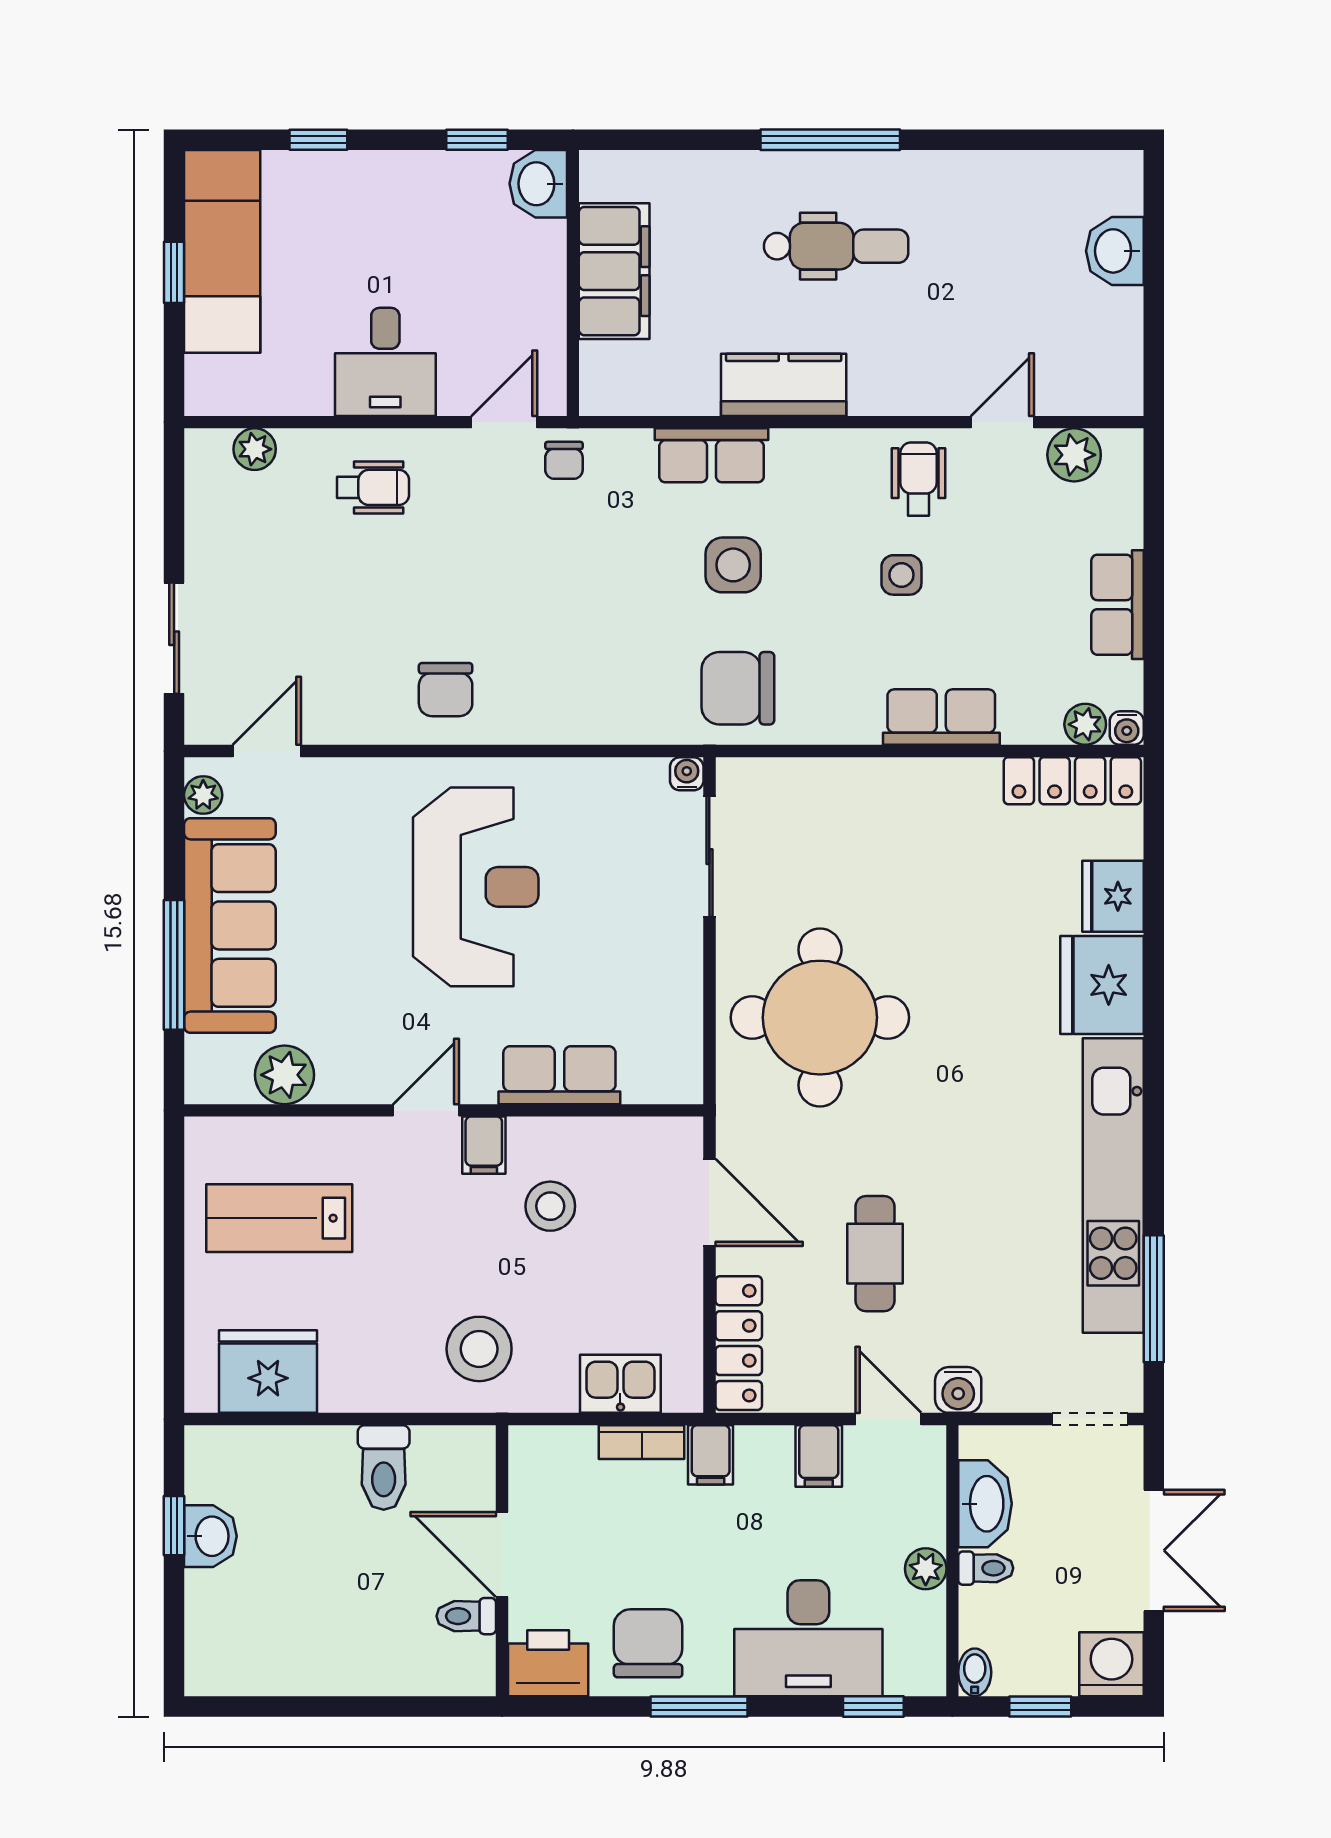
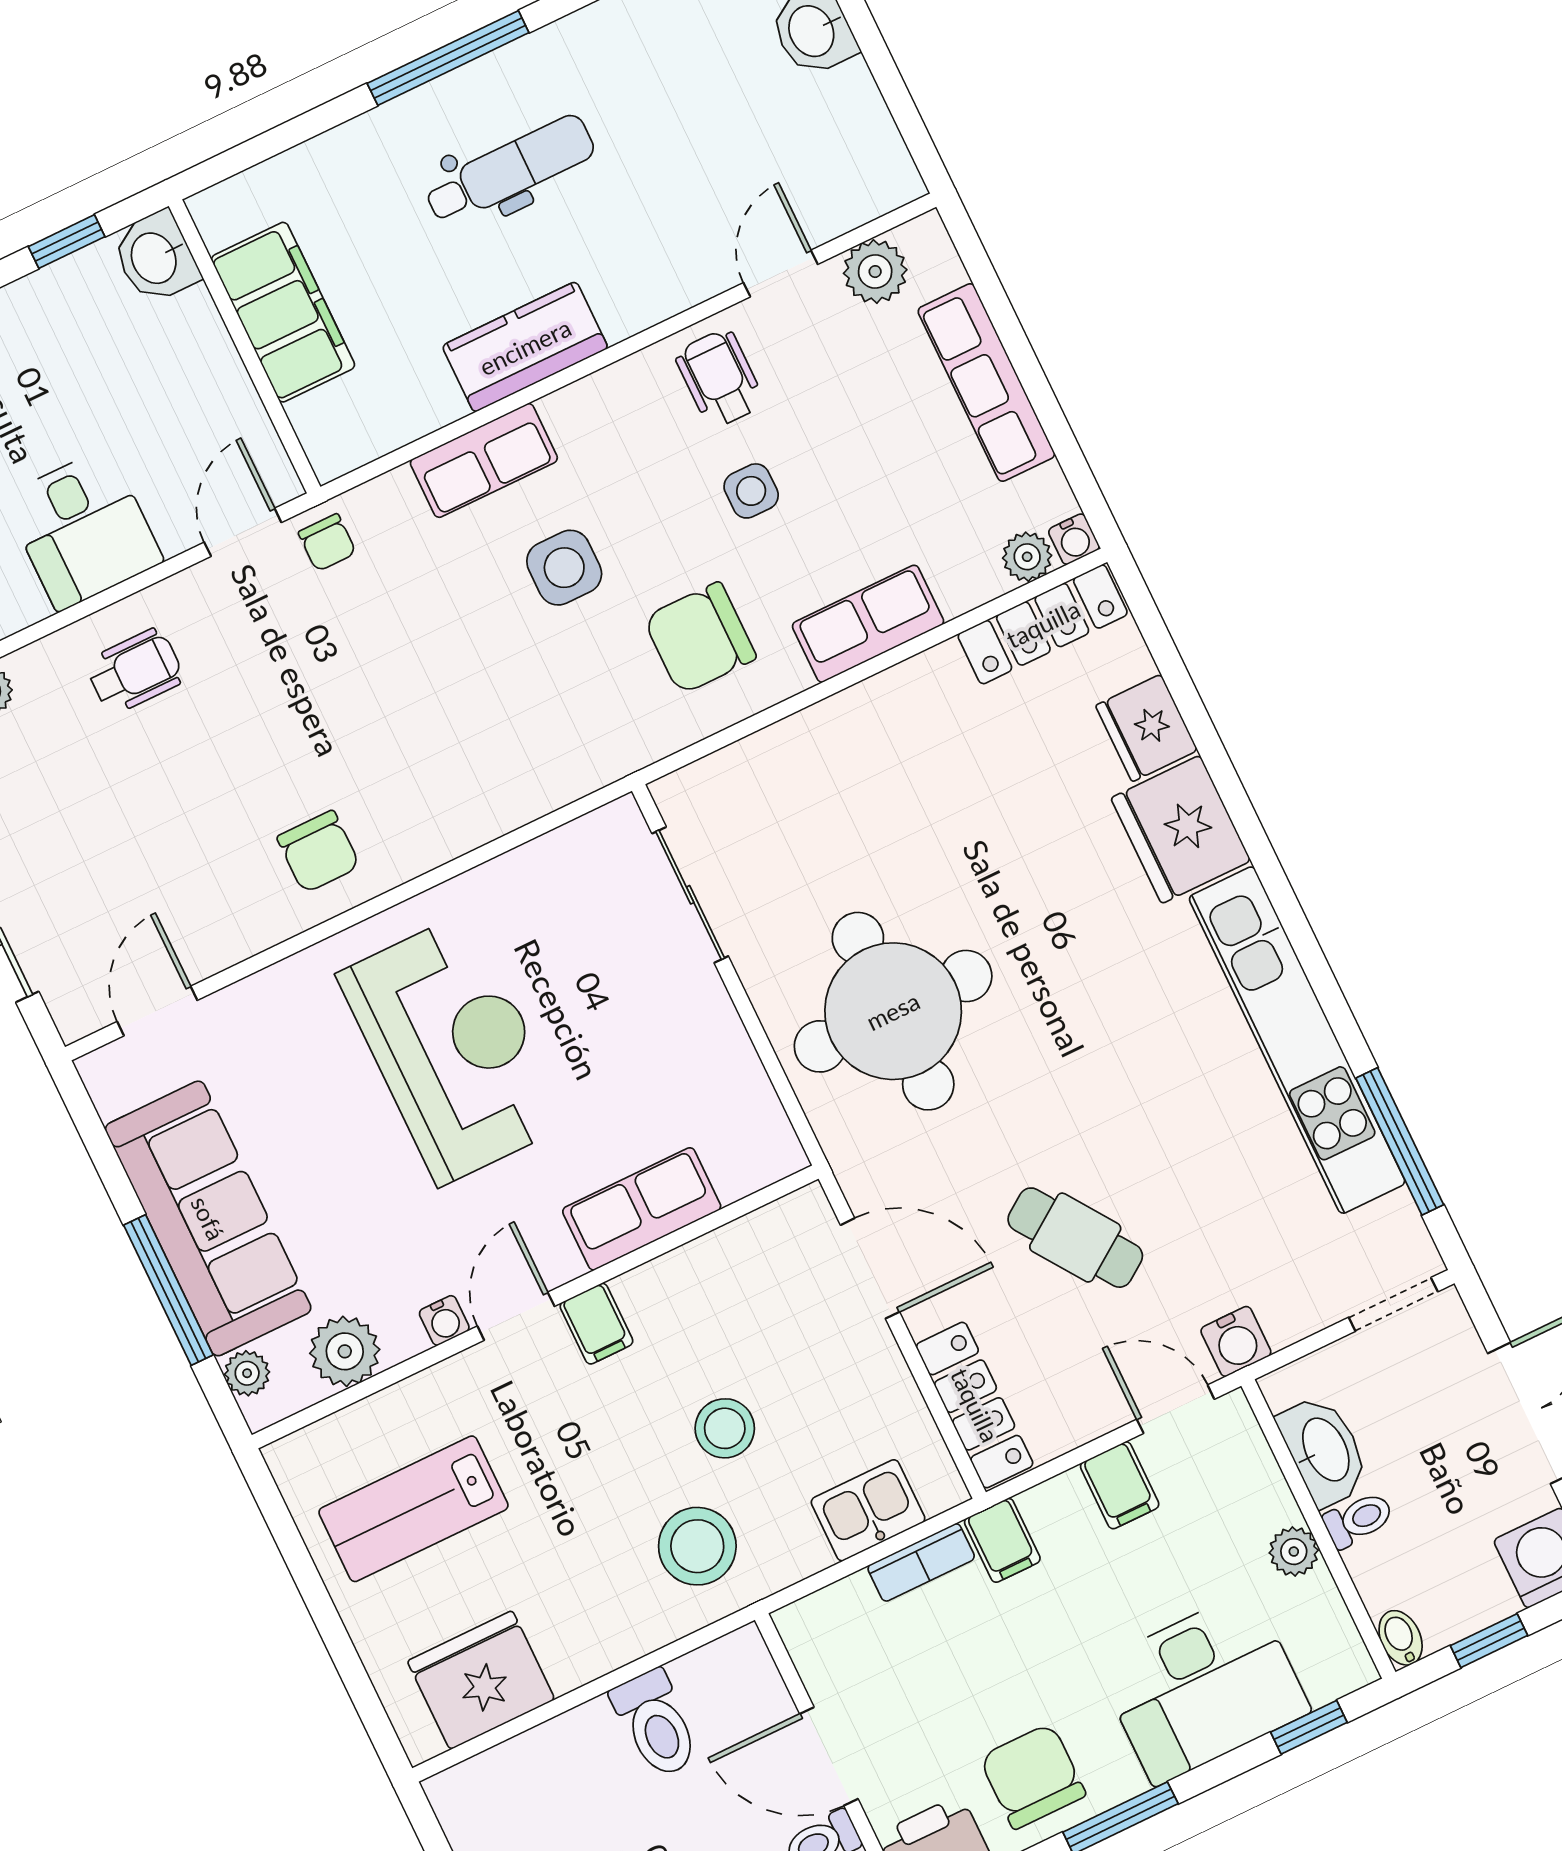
row of seats: (1118, 605) -> (986, 383), width x1.48
chair: (738, 688) -> (700, 638), moved
water cooler: (687, 774) -> (444, 1320), moved, turned 180
plant: (203, 795) -> (247, 1373), moved
stool: (550, 1206) -> (725, 1428), moved
cafe table: (875, 1254) -> (1075, 1238), turned -35

